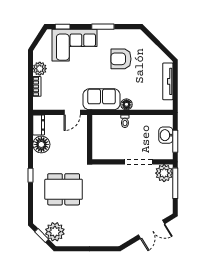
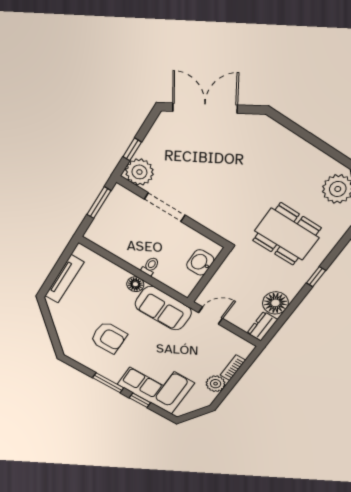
window: (63, 27) -> (140, 400), moved
washbasin: (166, 135) -> (200, 262), moved, turned 180
window: (175, 183) -> (132, 149), width x0.46
double door: (152, 229) -> (205, 108), width x1.37

